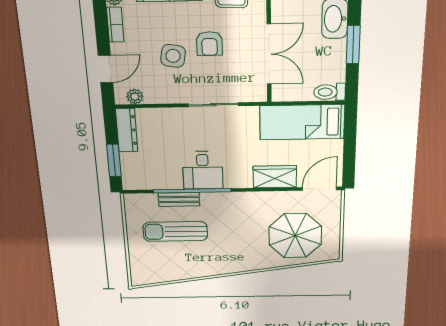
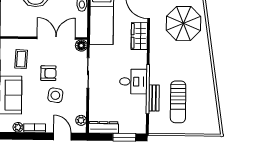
floor lamp: (258, 93) -> (81, 46), added

